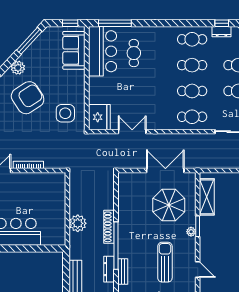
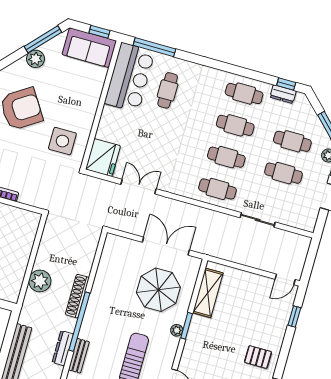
sofa: (74, 50) -> (89, 48), moved, turned -90
plant: (18, 68) -> (36, 59), moved

